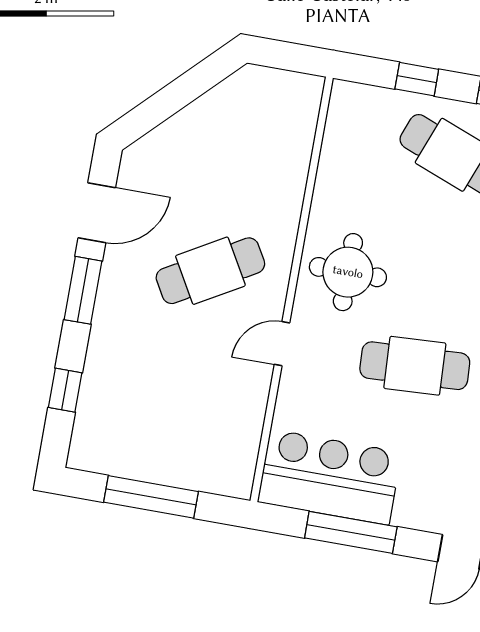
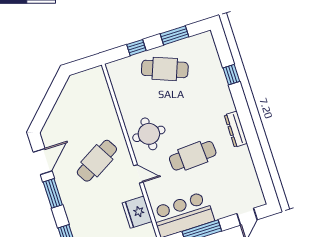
door: (282, 344) -> (138, 174), swing flipped
fridge: (237, 422) -> (137, 212), added

